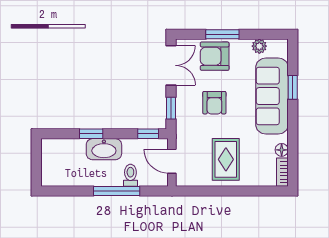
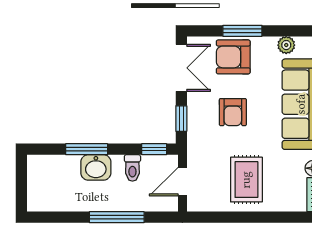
window: (91, 134) -> (87, 149), width x1.50
washbasin: (104, 149) -> (96, 167), width x0.72
door: (172, 161) -> (182, 182), hinge flipped
toilet: (130, 175) -> (132, 168), moved, turned 180

